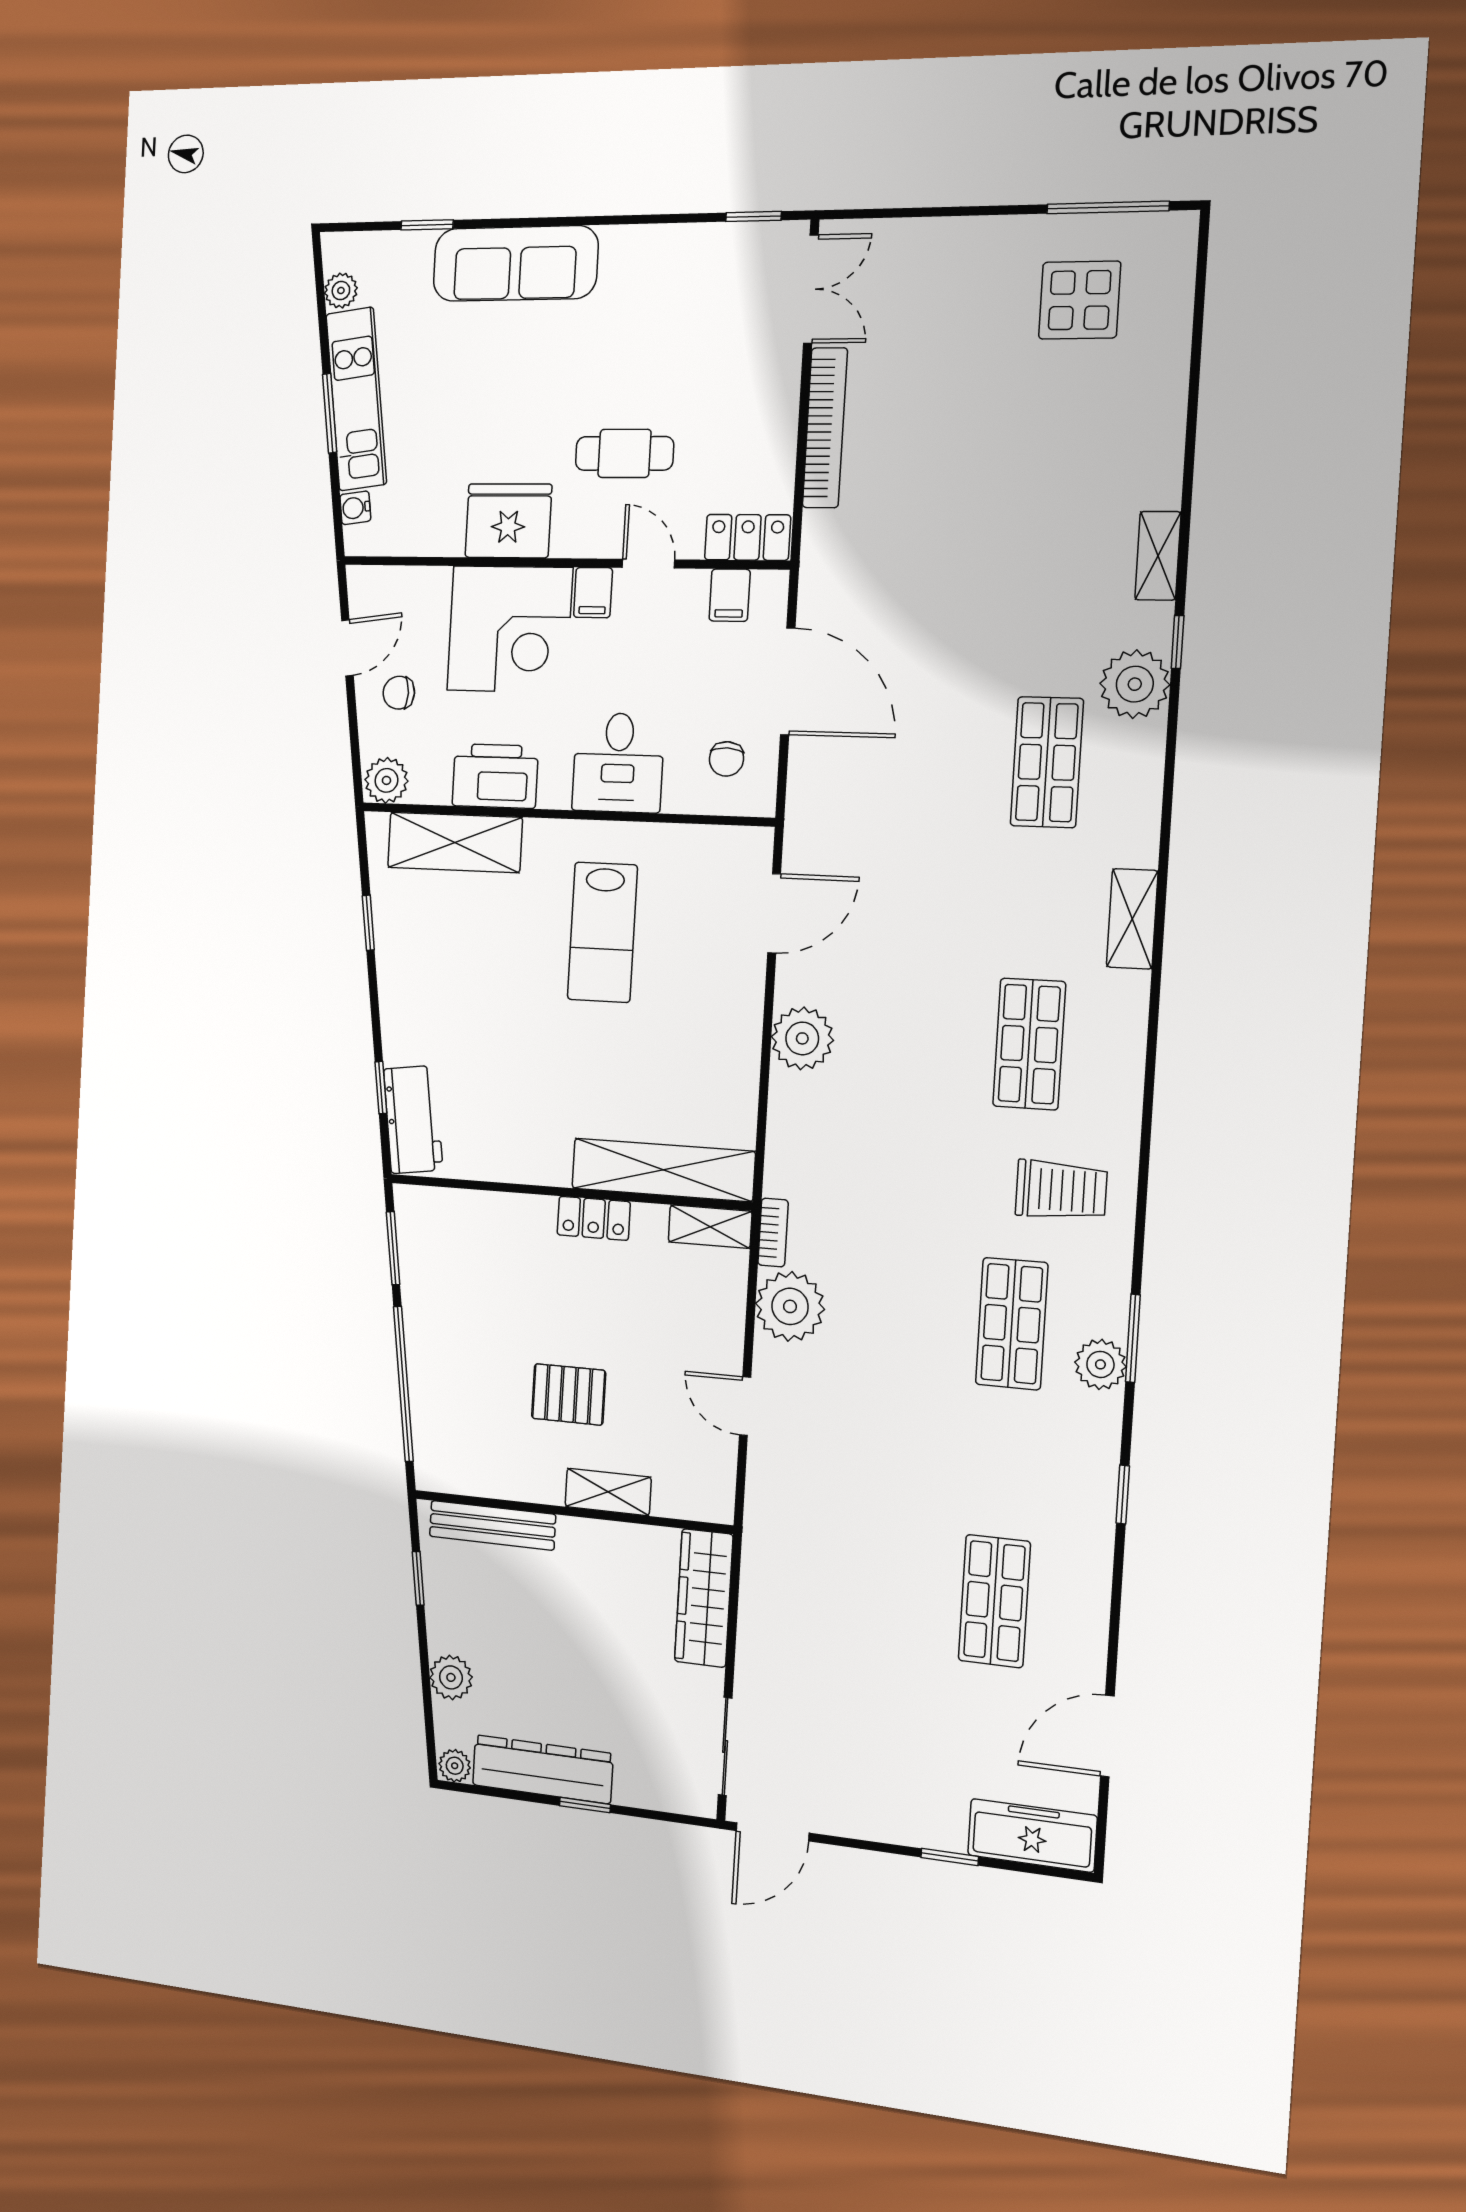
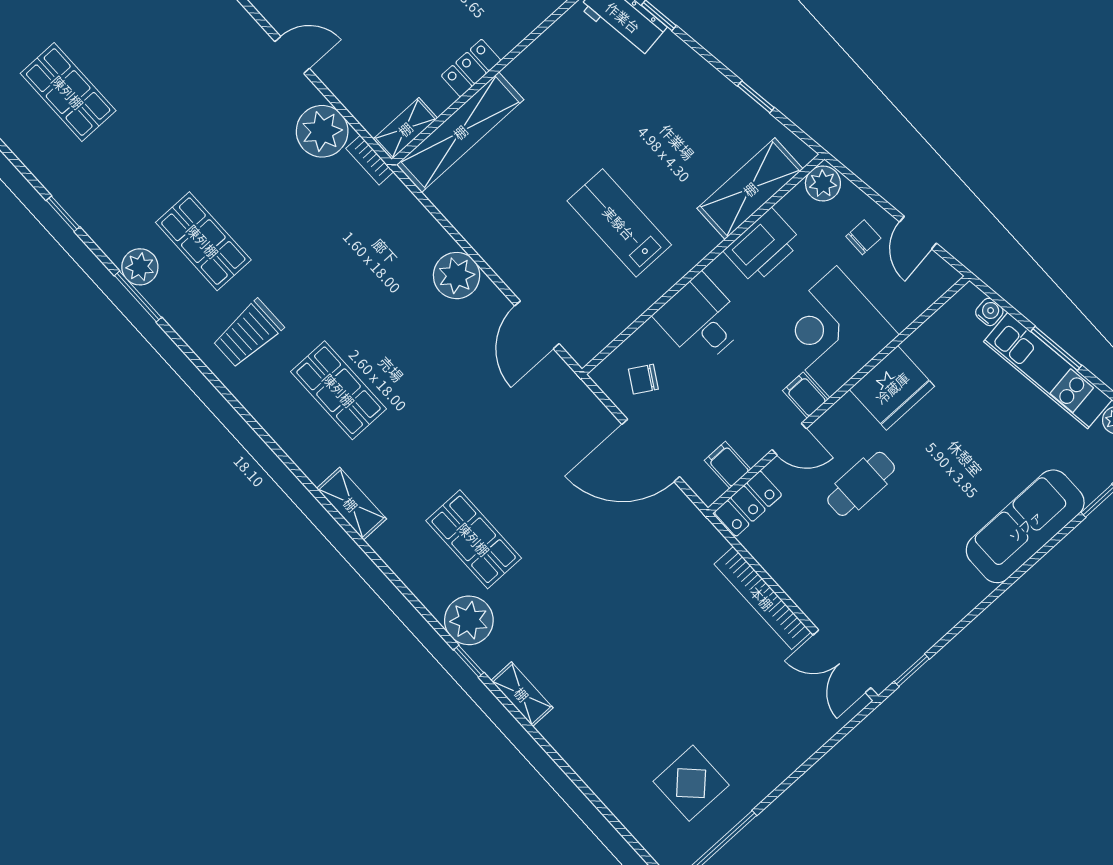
chair: (726, 759) -> (643, 379), turned -61

